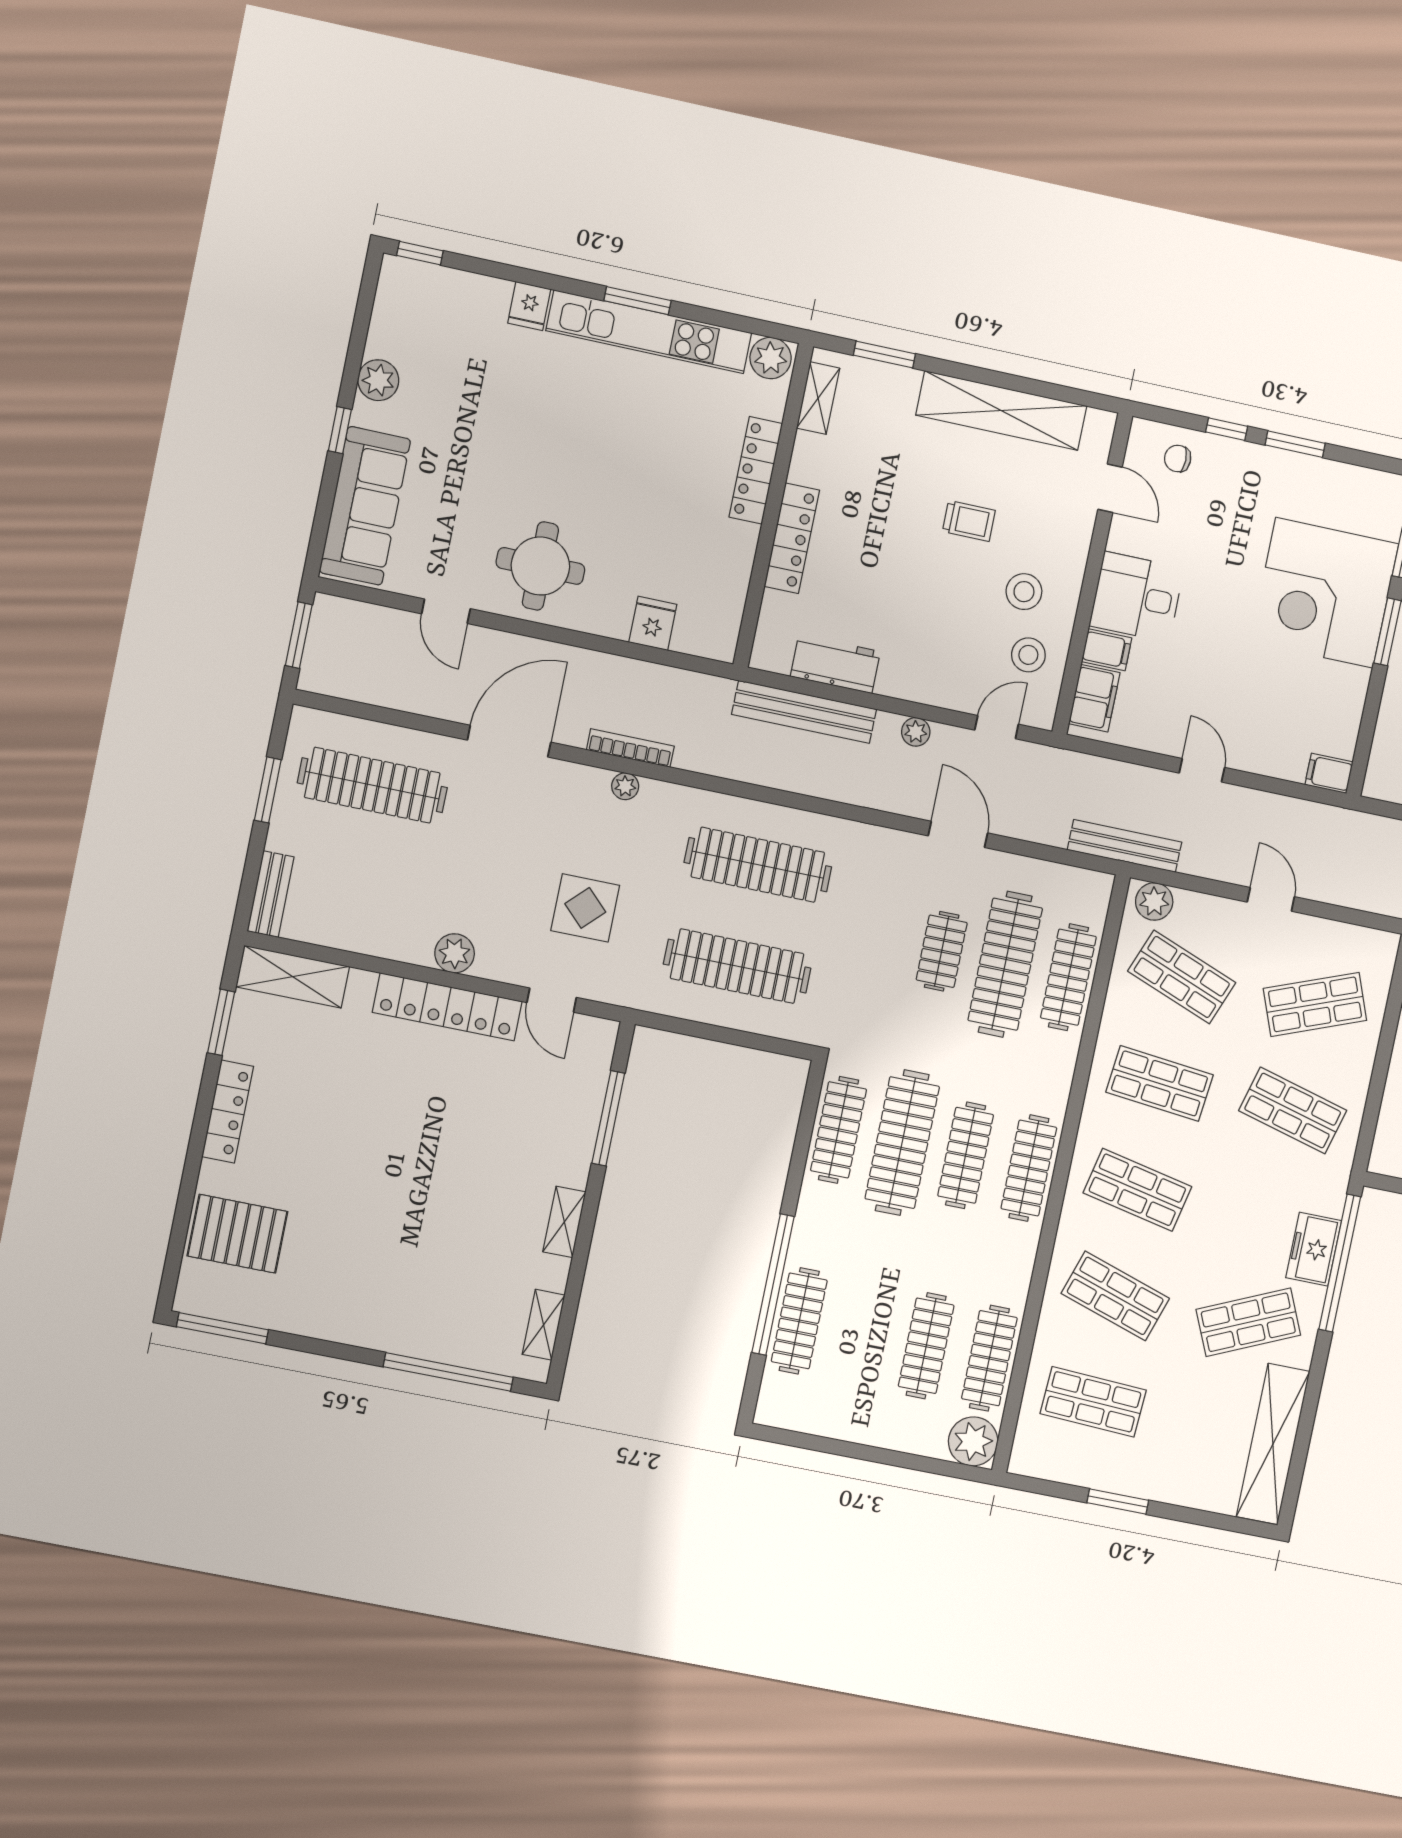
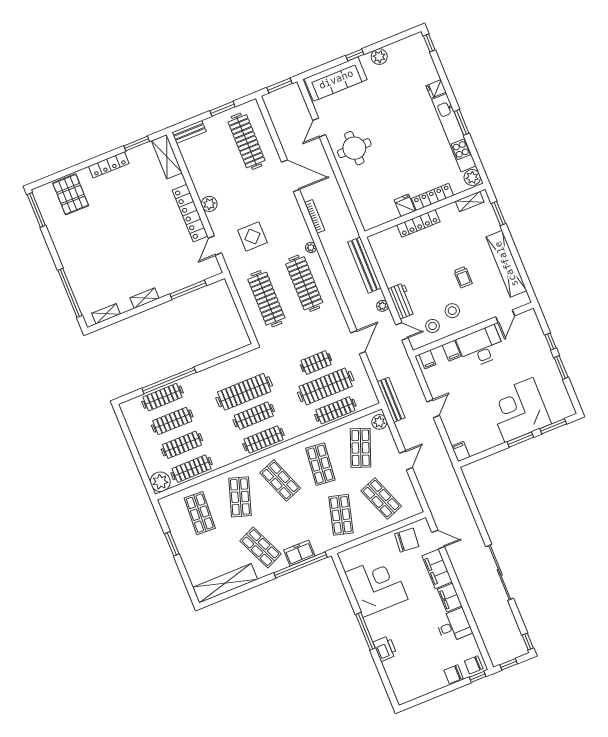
chair: (1178, 459) -> (530, 332), removed
desk: (1137, 597) -> (481, 347), width x1.37
fridge: (653, 623) -> (405, 205), moved, turned -90
workbench: (835, 664) -> (402, 301), moved
filing cabinet: (1094, 698) -> (427, 359), width x0.50
plant: (625, 786) -> (311, 247), moved
clothes rail: (839, 1130) -> (172, 421), moved
shop shelf: (1137, 1190) -> (280, 481), turned -33

